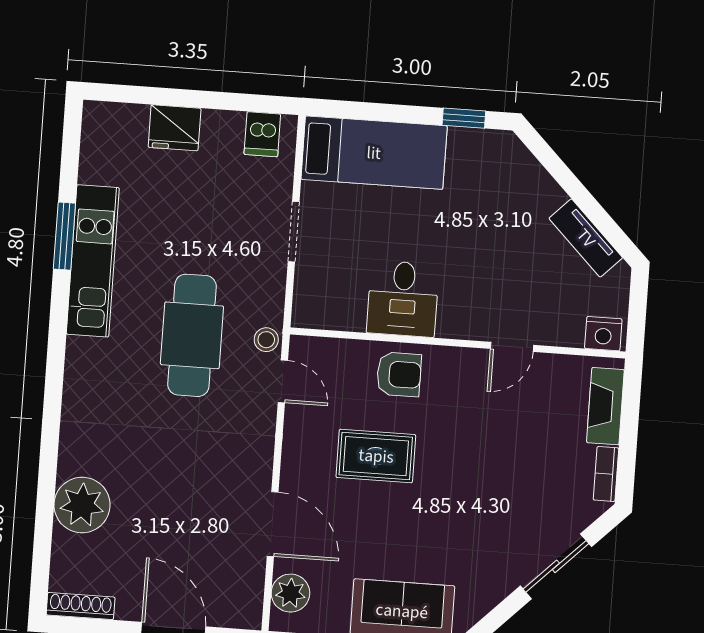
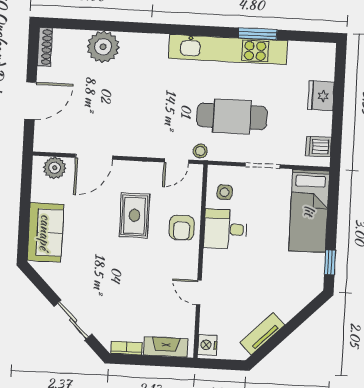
kitchen unit: (93, 261) -> (228, 49), width x1.36
side table: (339, 299) -> (225, 192), added
cafe table: (192, 335) -> (232, 116), moved

